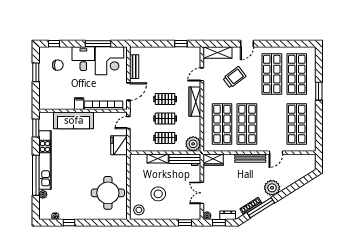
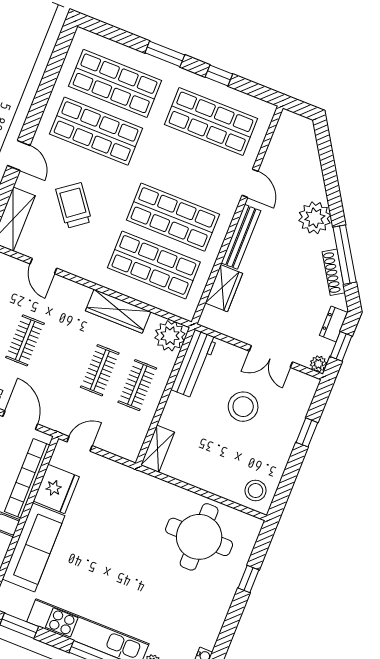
clothes rail: (165, 99) -> (25, 340), moved
wardrobe: (195, 102) -> (118, 311), moved
window: (319, 119) -> (219, 75), added
door: (128, 123) -> (80, 444), swing flipped
fridge: (119, 145) -> (56, 489), moved, turned -90
shelving: (158, 158) -> (158, 449), moved
wardrobe: (213, 160) -> (224, 288), moved
stool: (158, 194) -> (243, 407), moved
window: (69, 223) -> (249, 579), moved
window: (185, 223) -> (307, 432), moved

